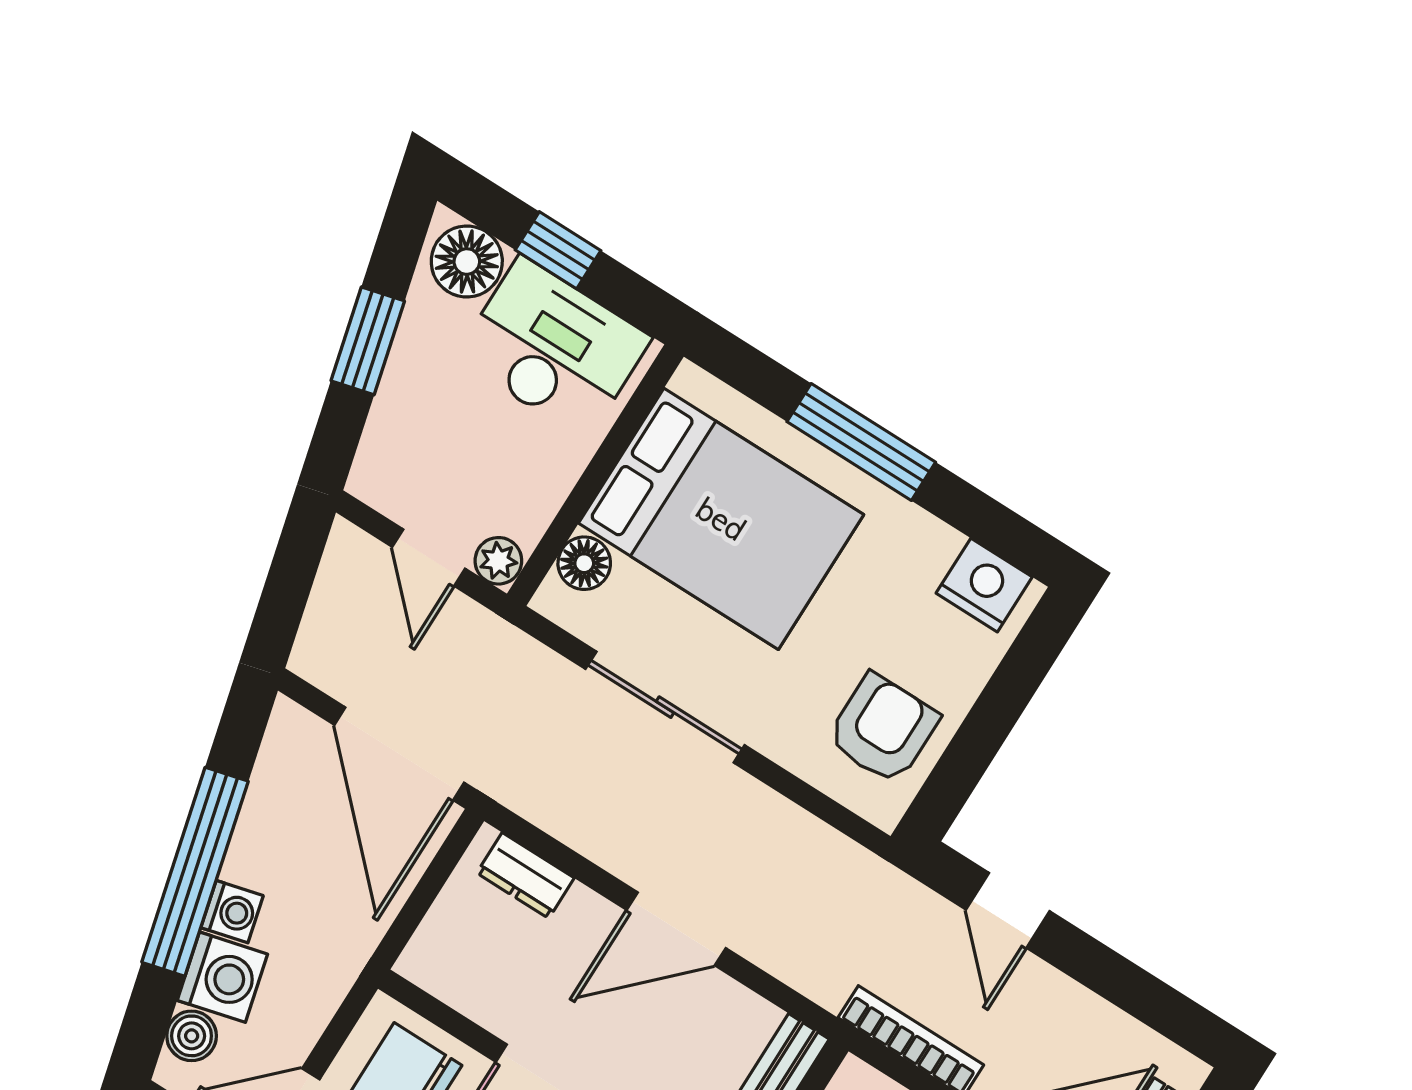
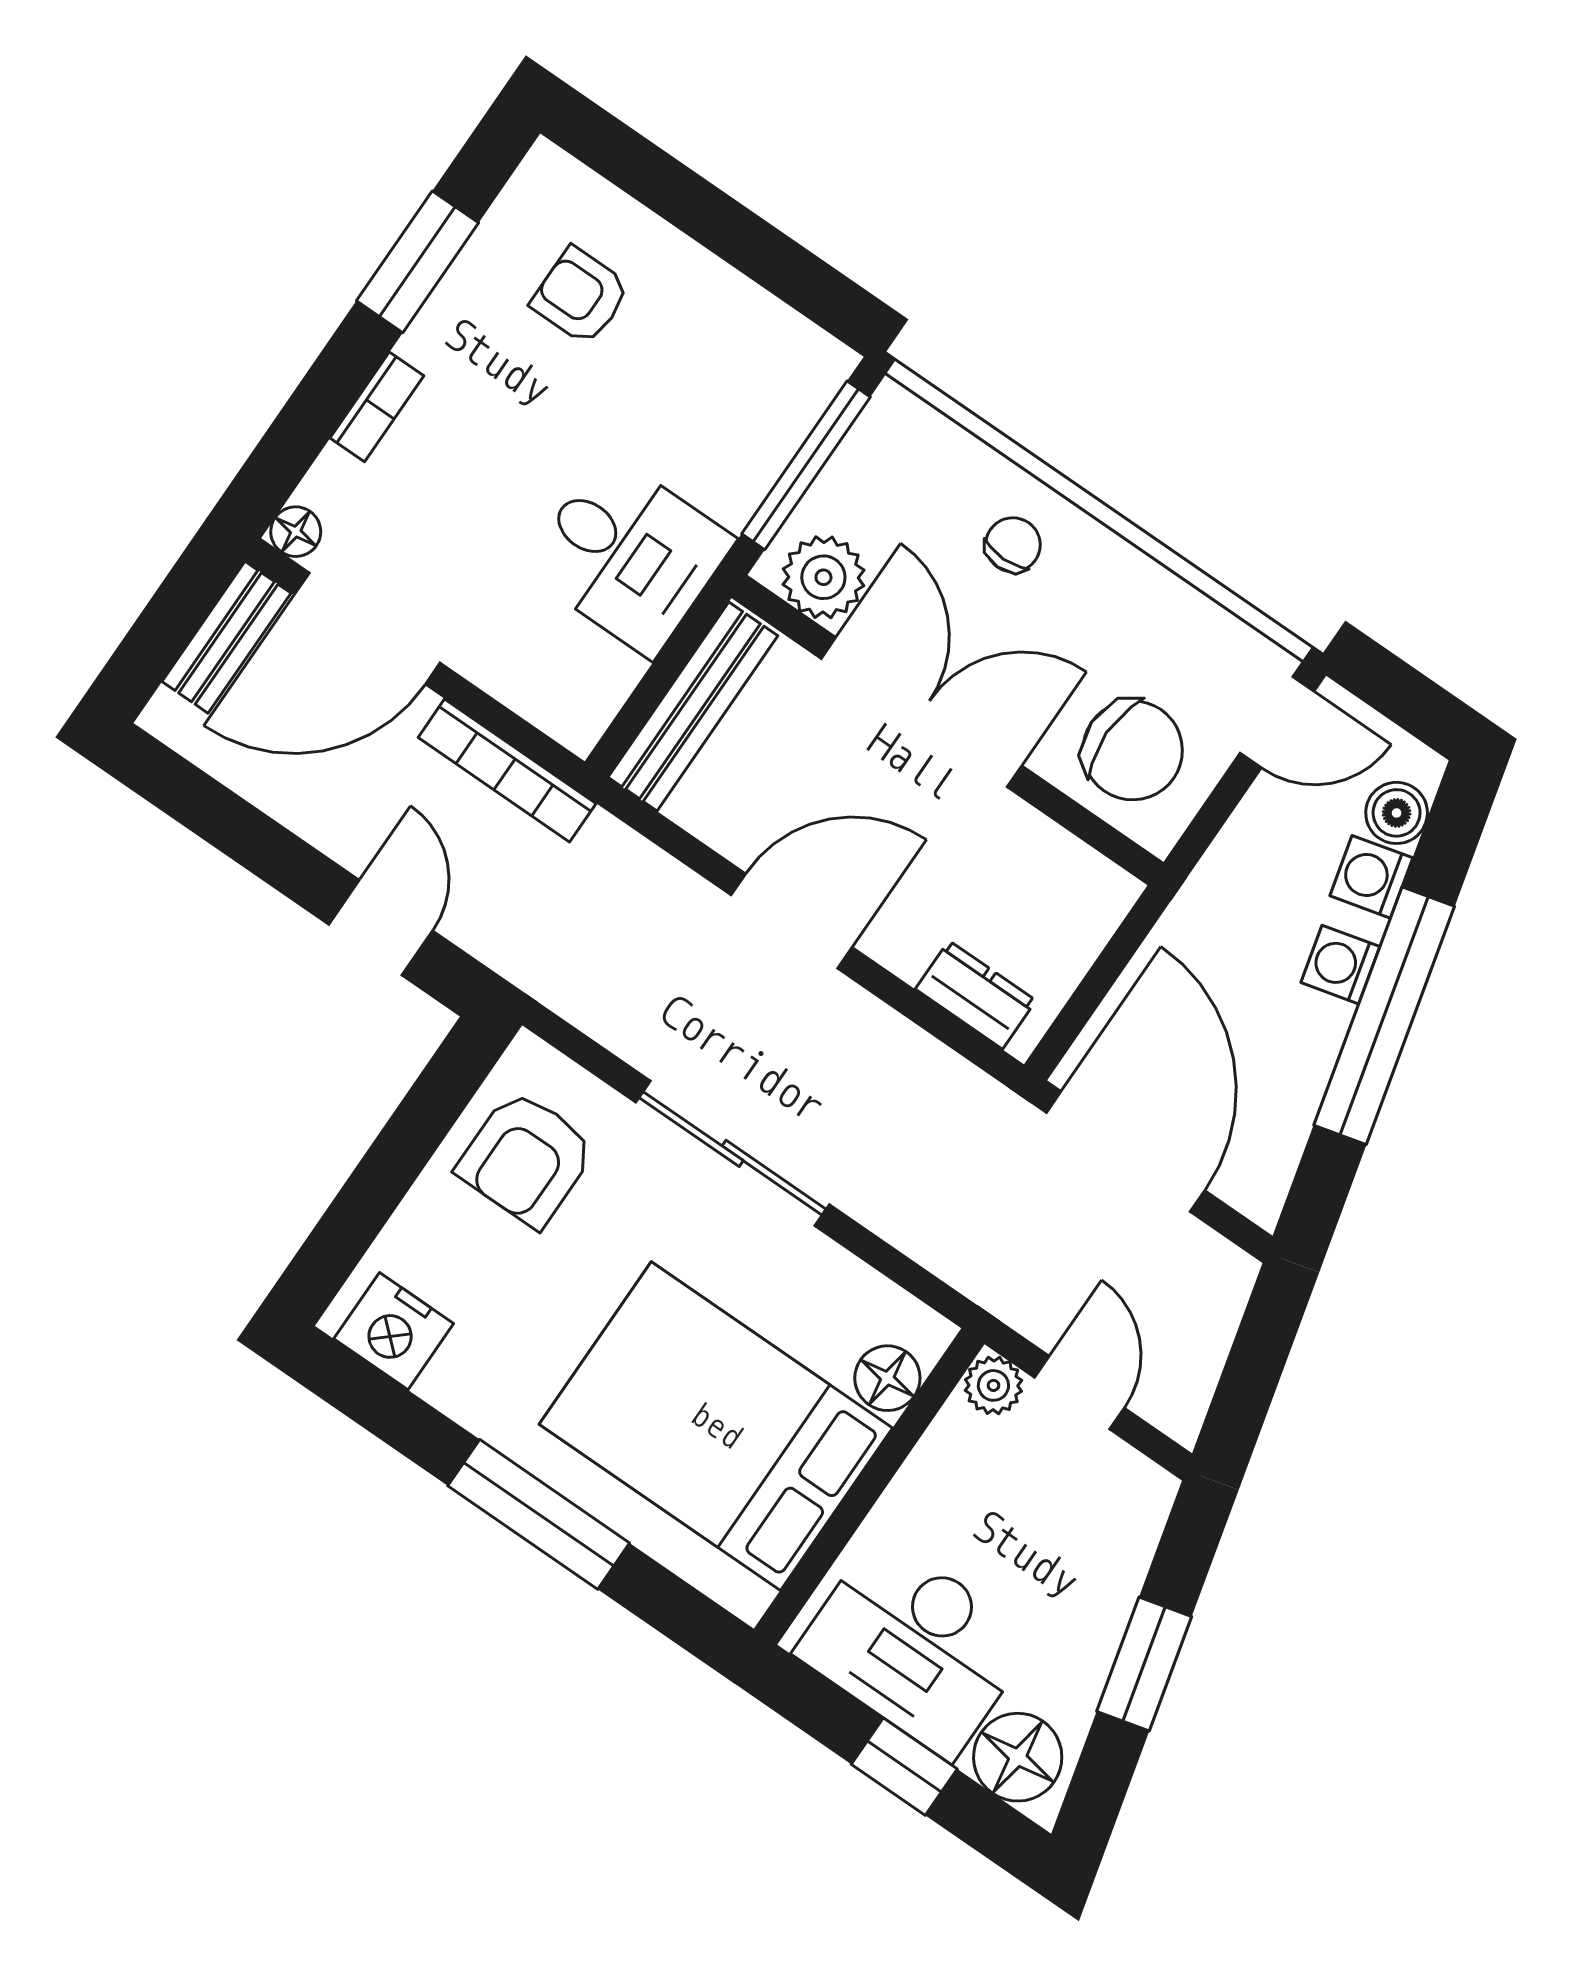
sliding door: (665, 707) -> (733, 1153), moved
washing machine: (222, 977) -> (1371, 877), width x0.73, depth x0.73

